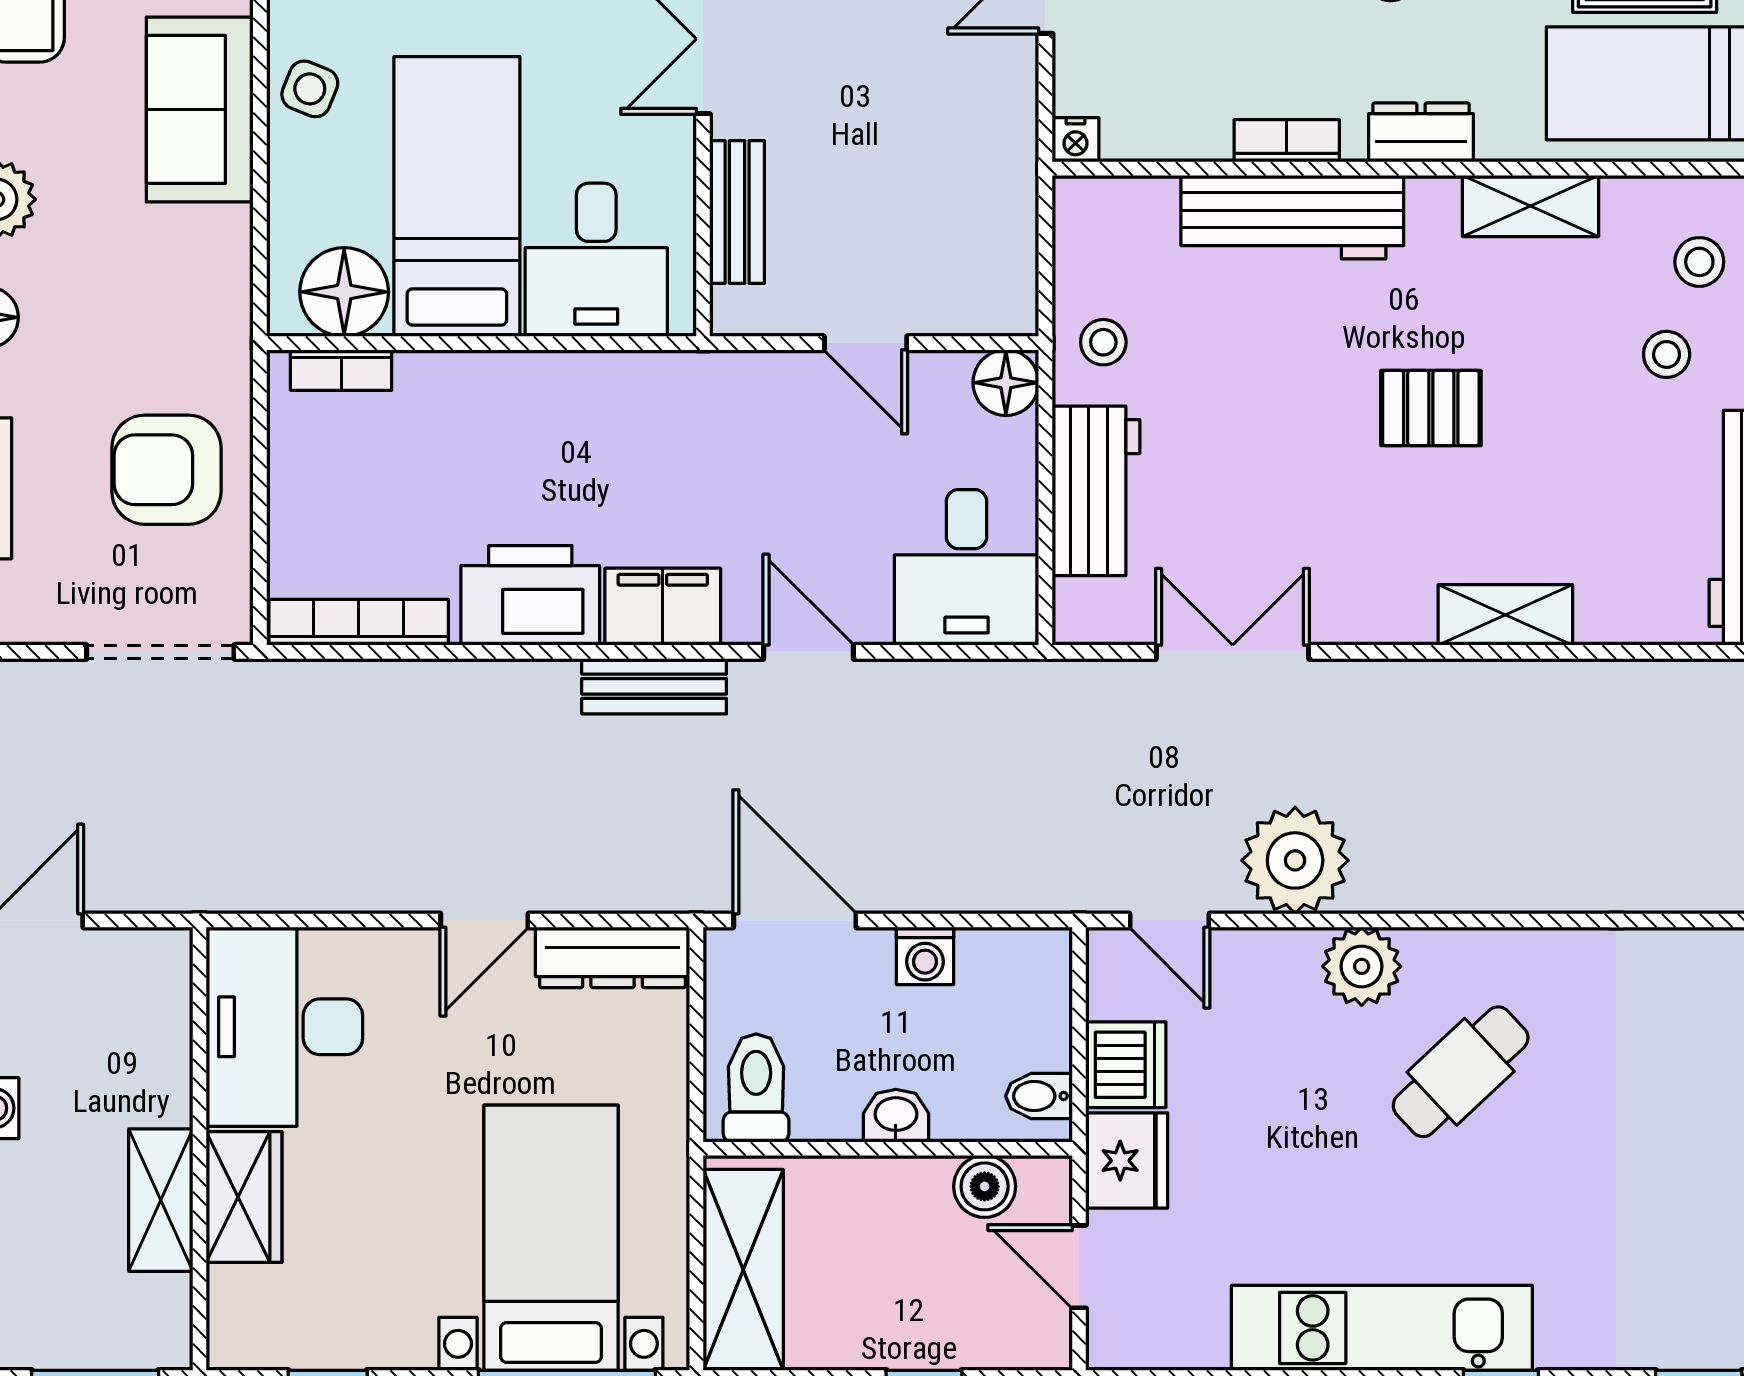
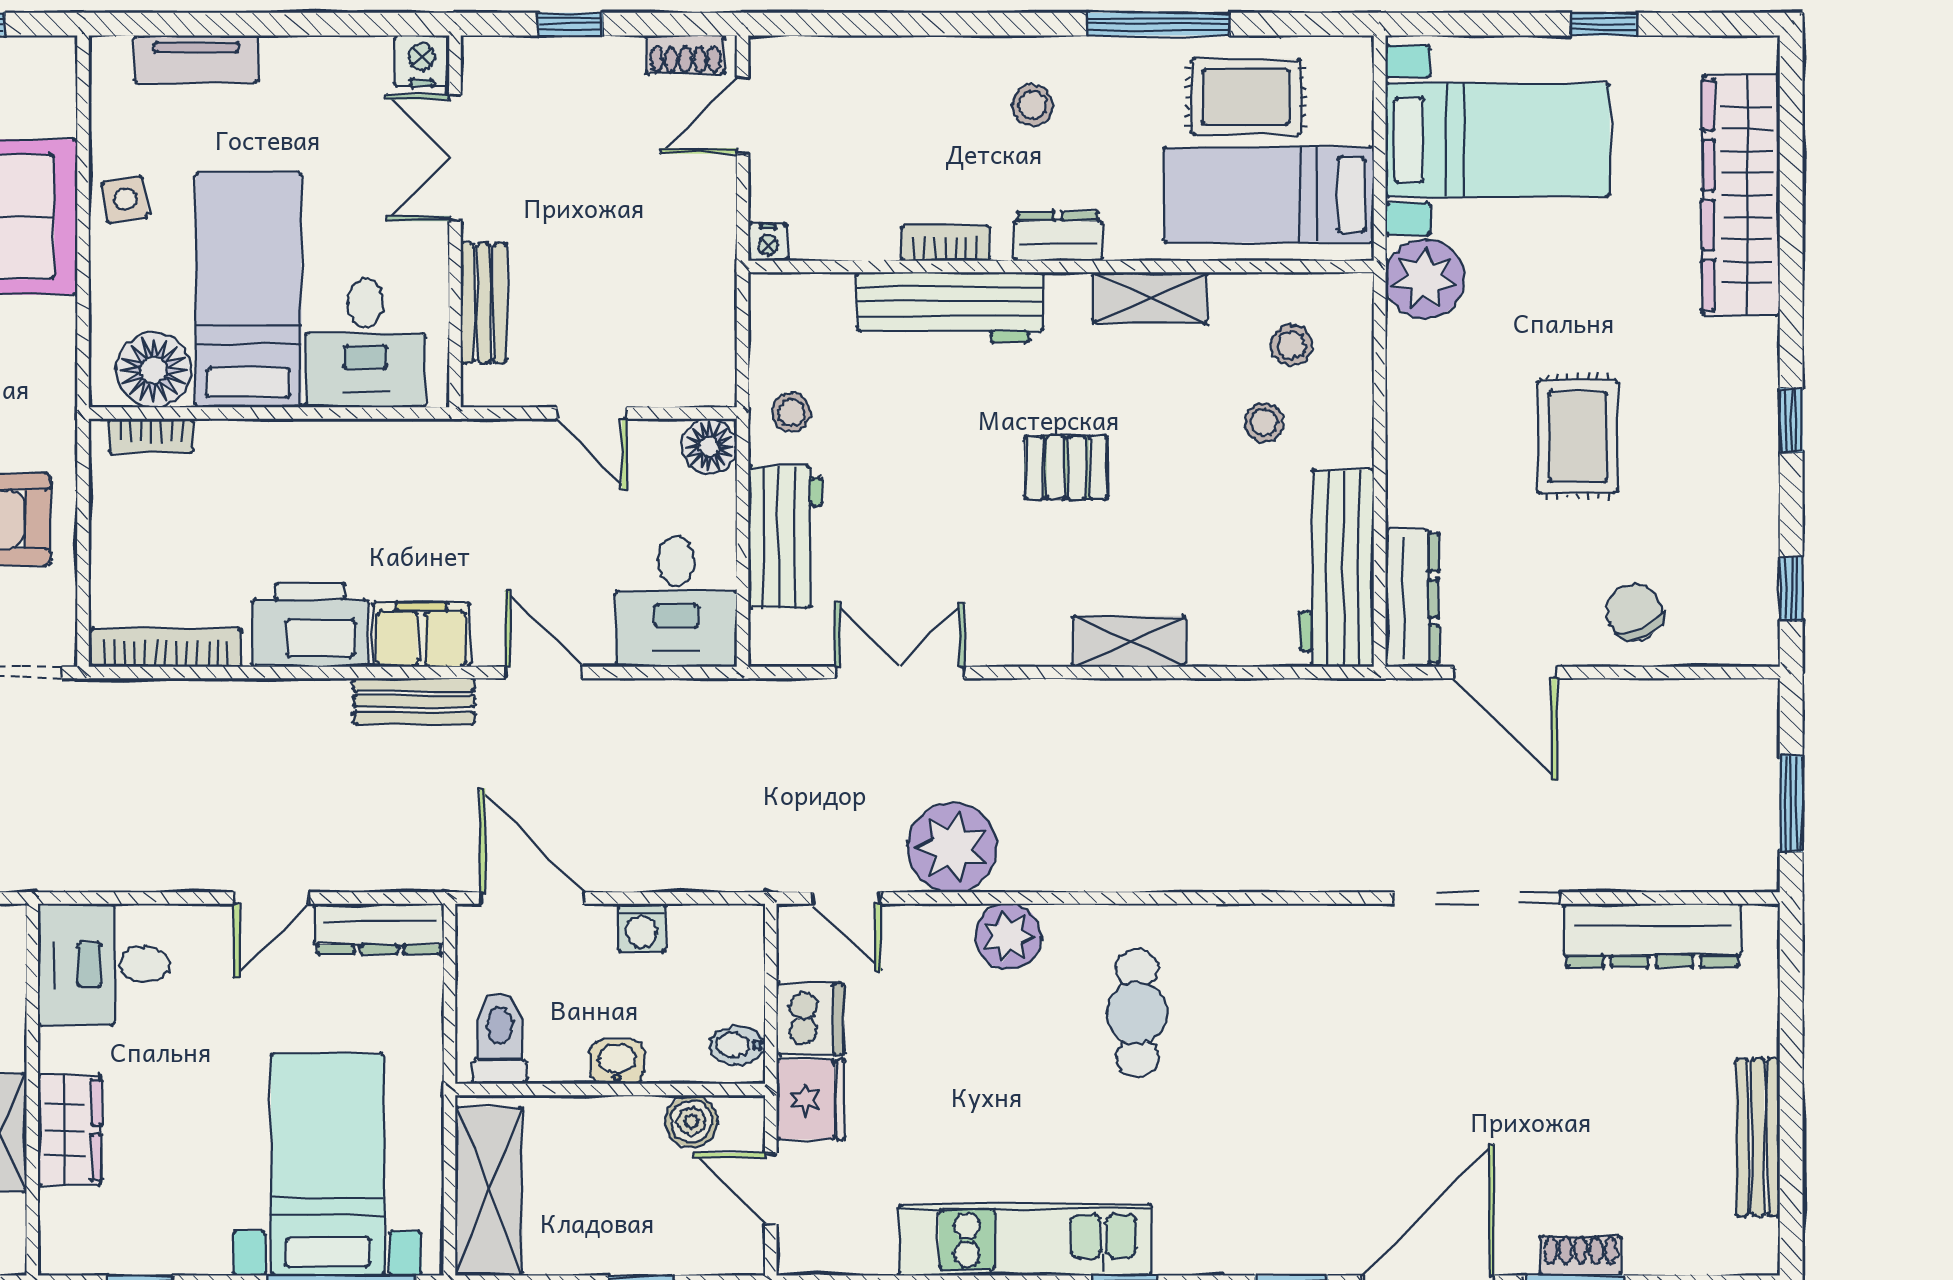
side table: (310, 89) -> (125, 200), turned -31
desk: (284, 1027) -> (104, 964), width x0.73
cafe table: (1461, 1072) -> (1137, 1013), moved, turned -47

